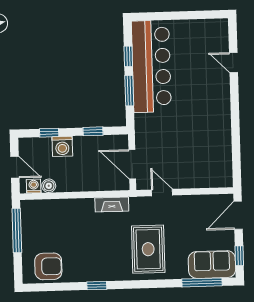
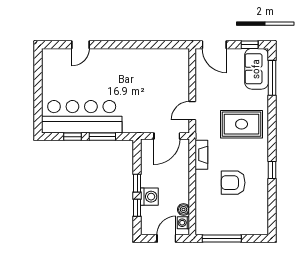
window: (93, 131) -> (137, 183), moved
armchair: (48, 266) -> (233, 183), moved, turned -90

